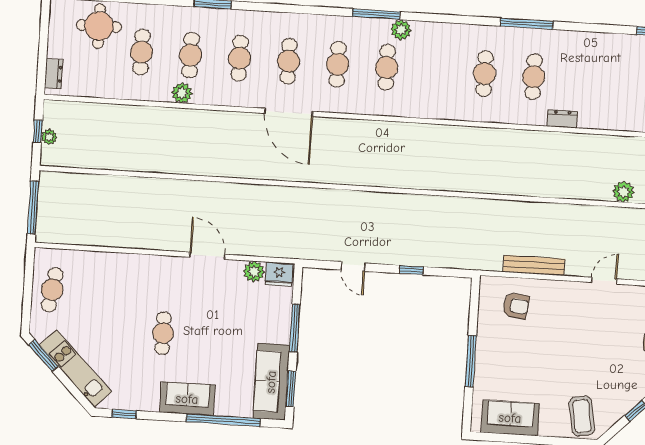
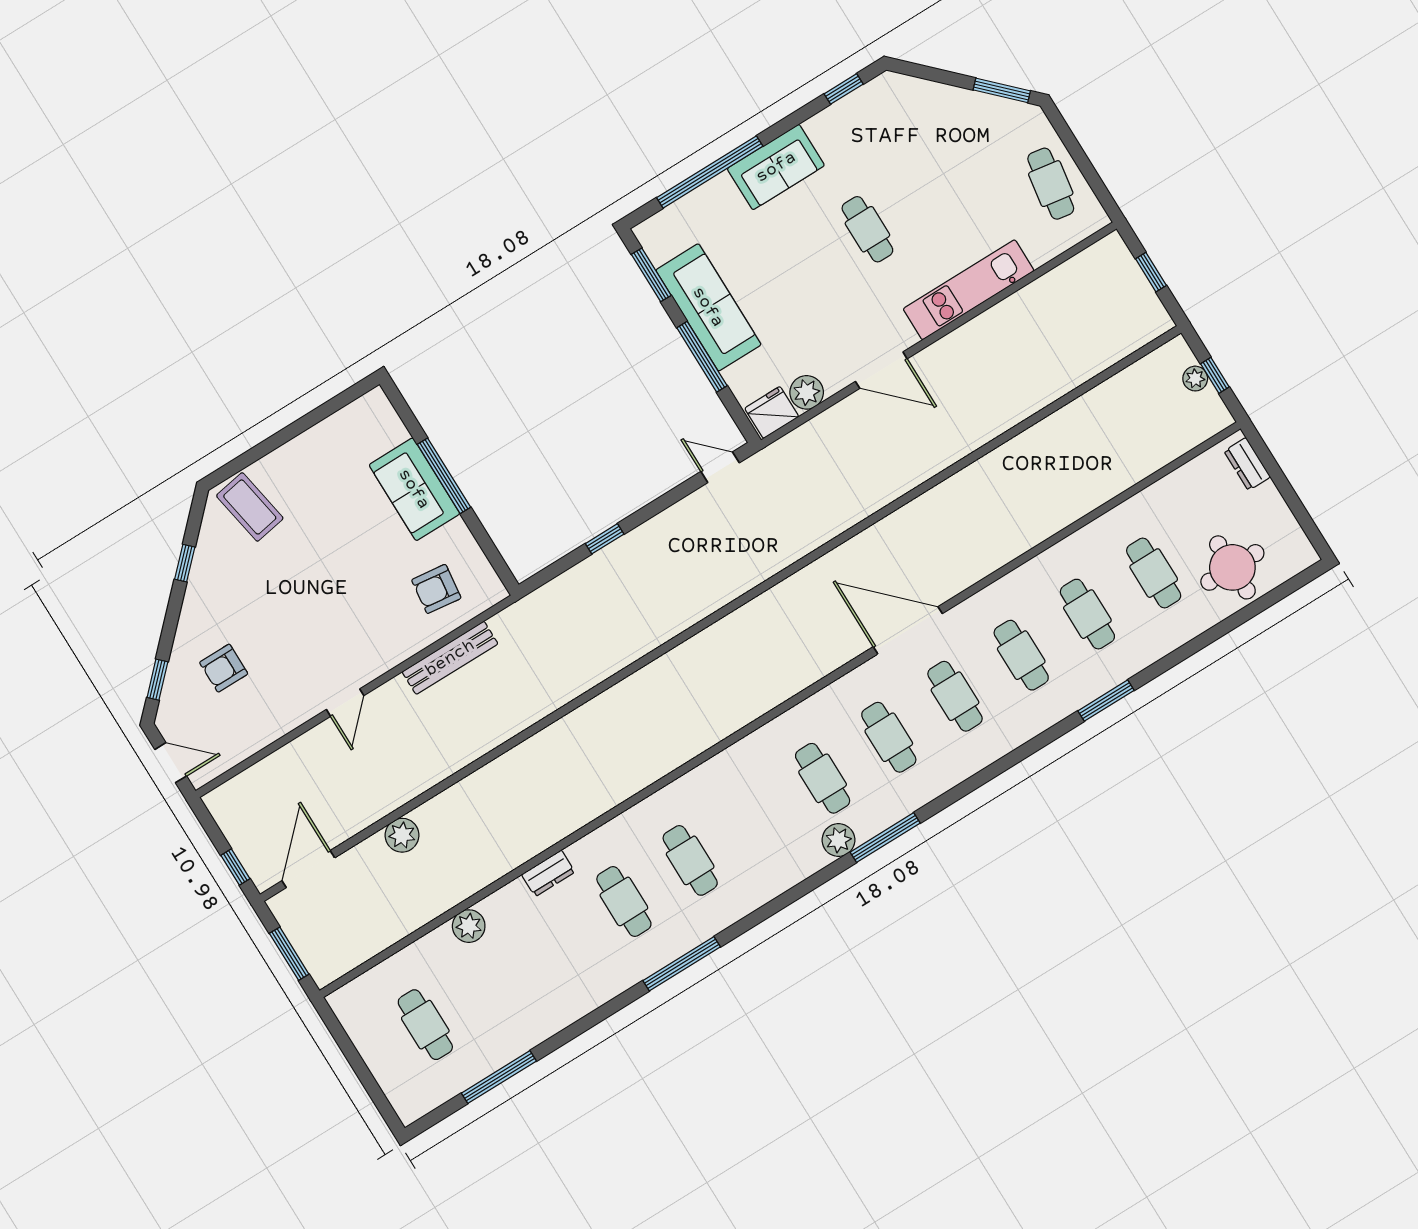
plant: (182, 93) -> (469, 926), moved
window: (33, 208) -> (1151, 272), width x0.46
door: (353, 266) -> (720, 467), moved
kitchen unit: (75, 368) -> (969, 290), moved, turned 135
sofa: (271, 382) -> (708, 307), moved
sofa: (510, 418) -> (414, 489), moved, turned 90

